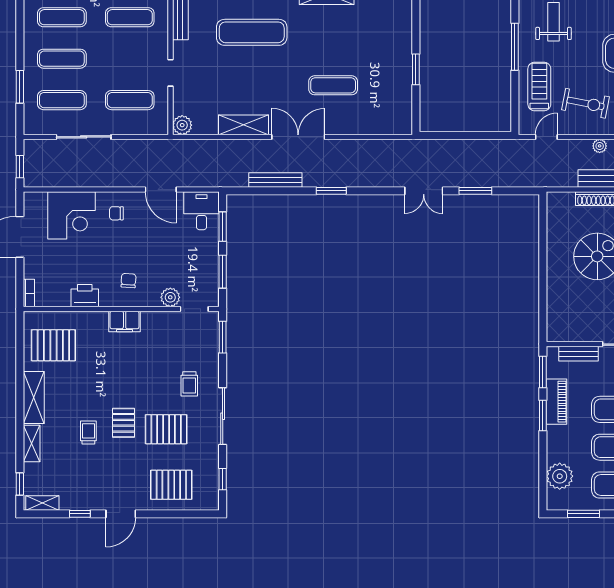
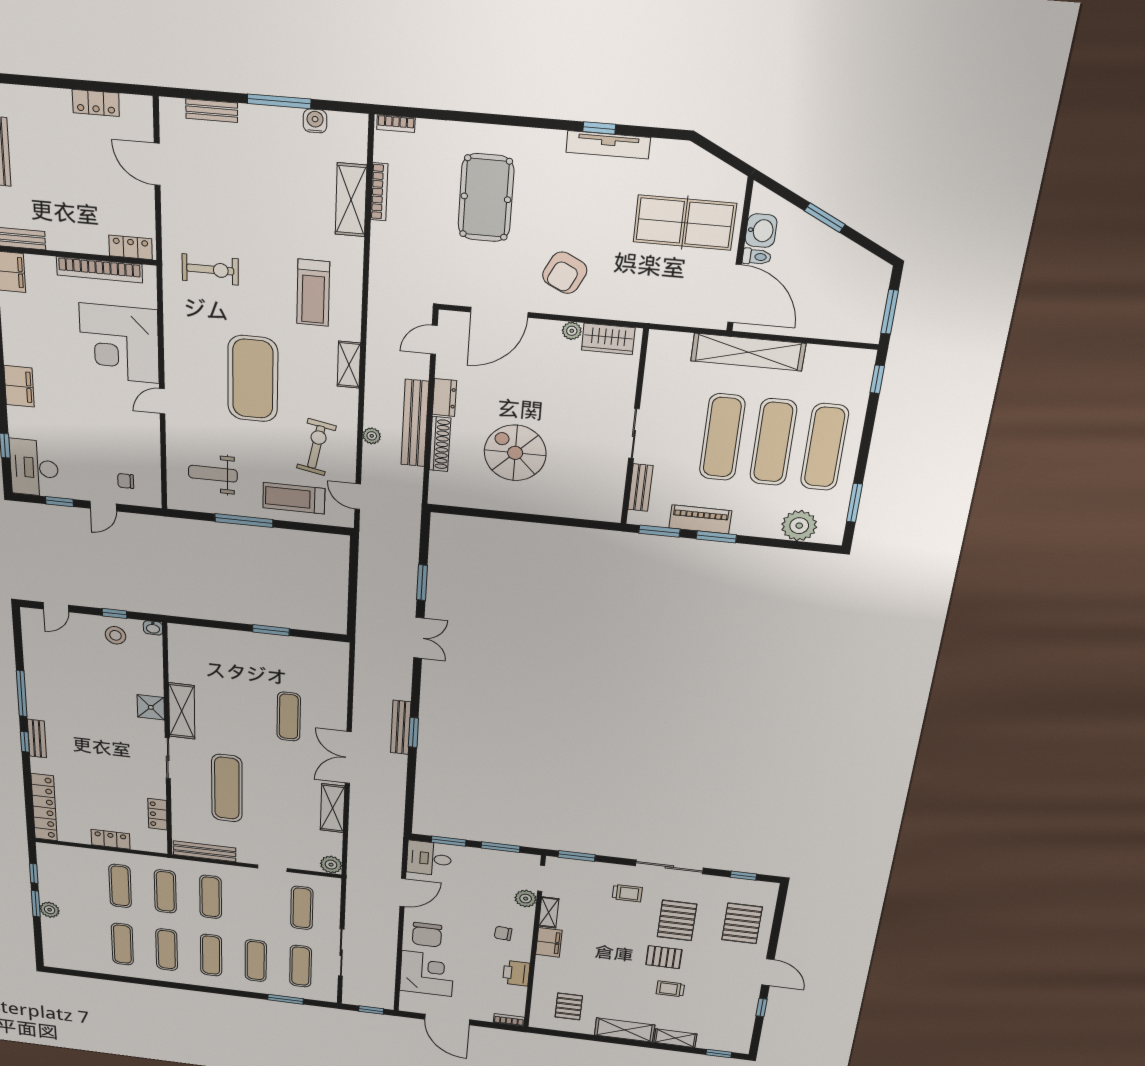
bench: (275, 180) -> (401, 727), moved
chair: (116, 213) -> (427, 935), width x1.87, depth x1.87
pallet: (53, 345) -> (569, 1006), width x0.67, depth x0.71
shelving: (42, 503) -> (549, 912), moved

